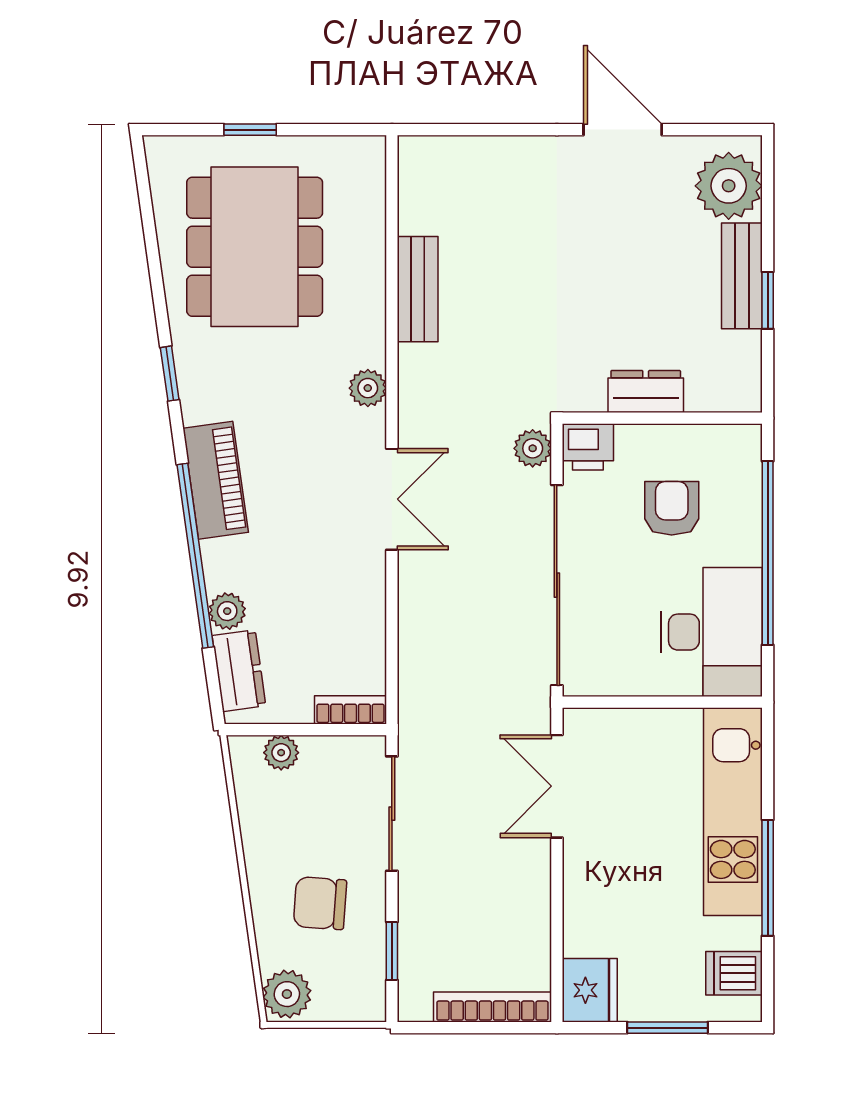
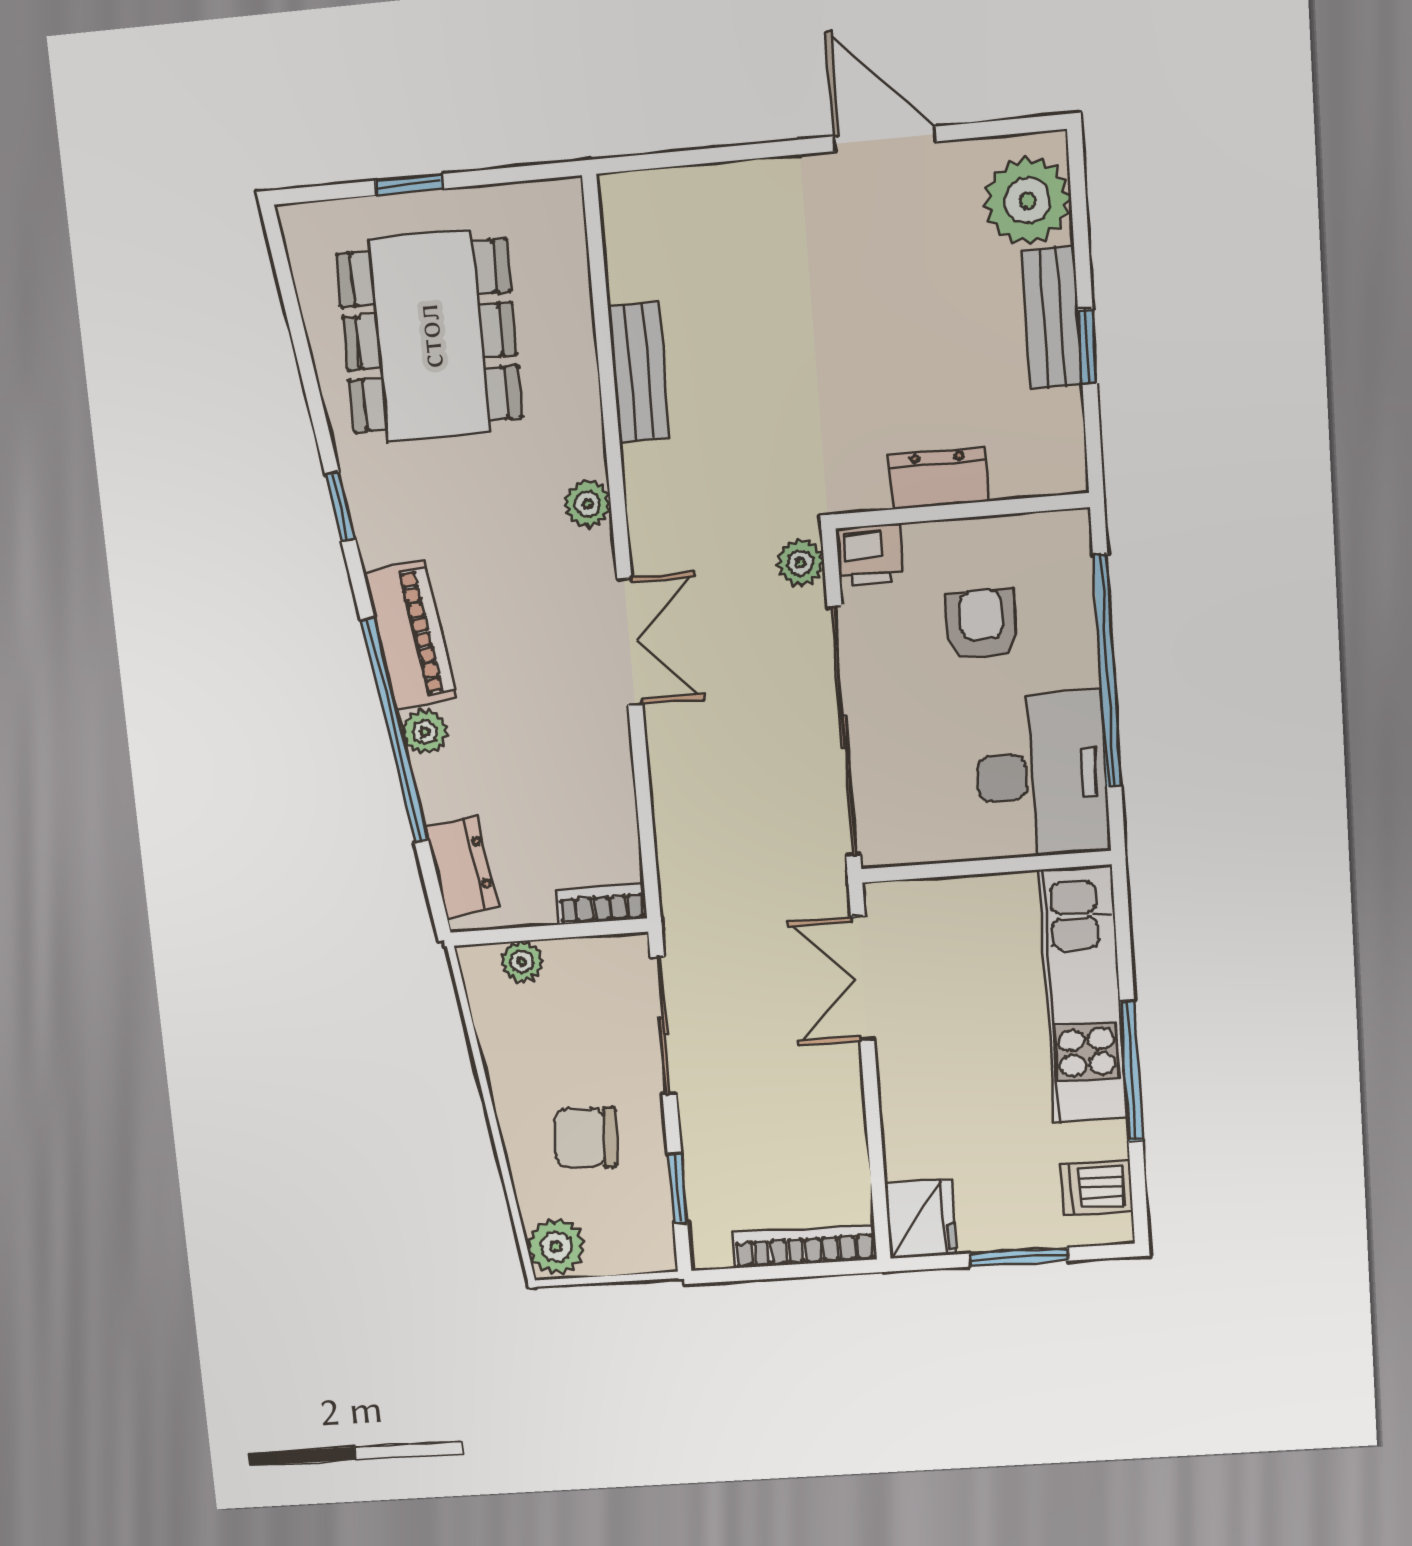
plant: (227, 611) -> (425, 732), moved

